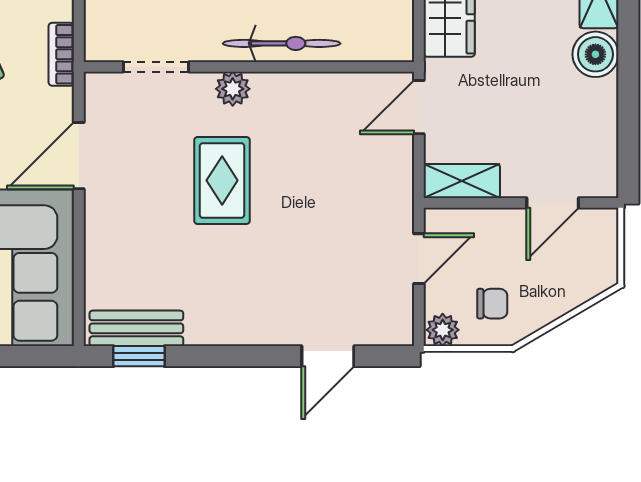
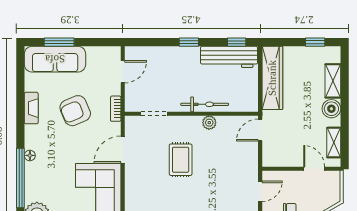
plant: (233, 89) -> (209, 123), moved
shelving: (462, 181) -> (334, 143), moved, turned 90
door: (553, 203) -> (314, 169), swing flipped

